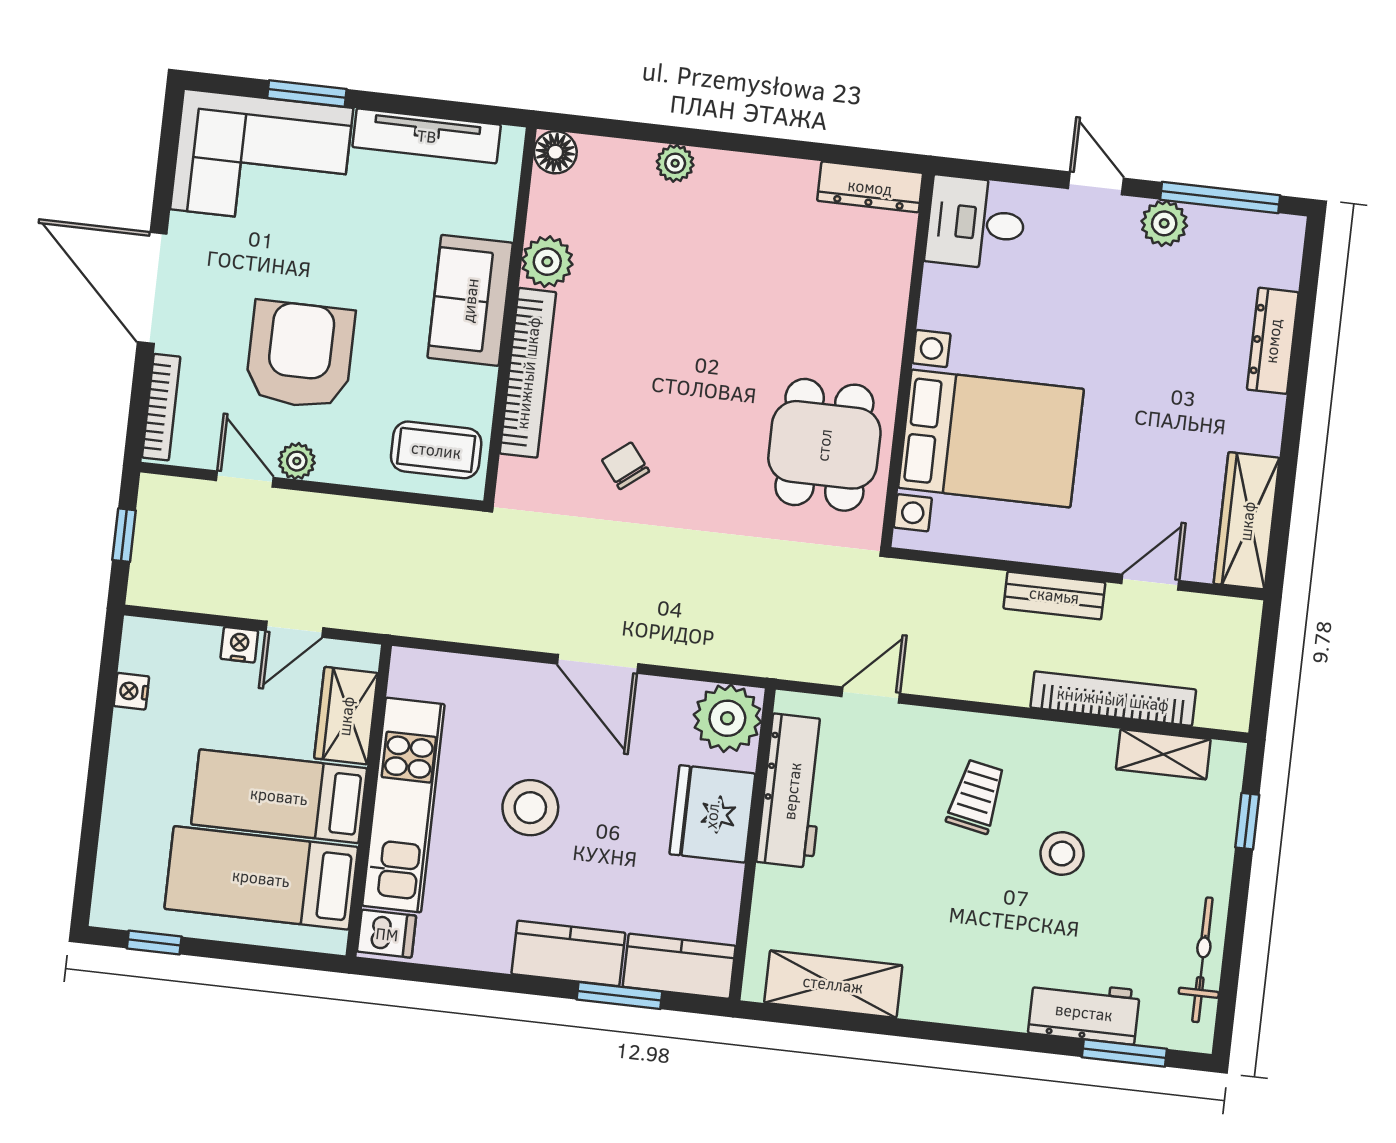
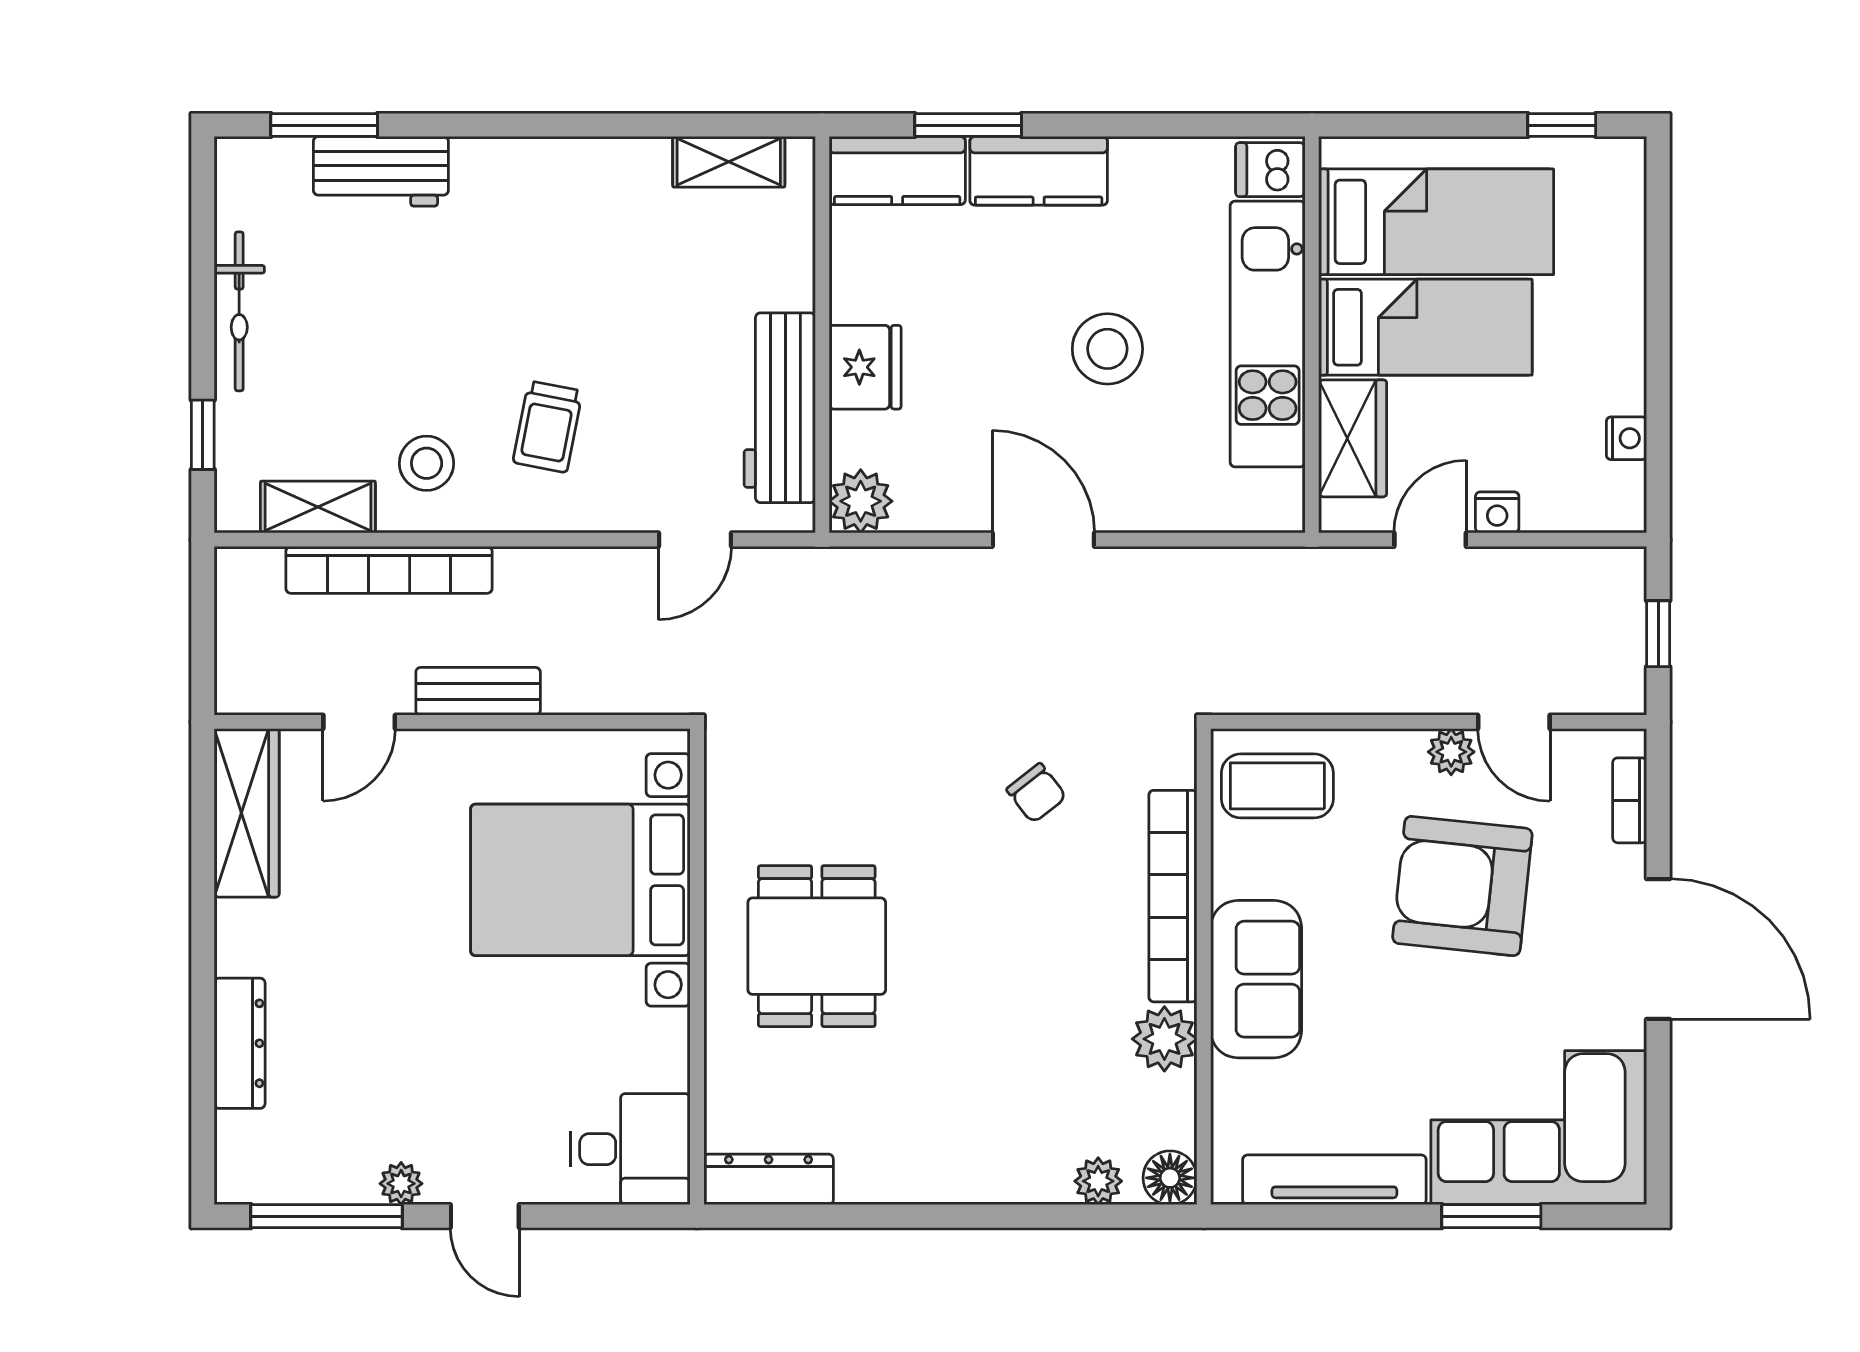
plant: (675, 163) -> (1098, 1181), moved
plant: (1164, 223) -> (401, 1184), width x0.73, depth x0.73
armchair: (300, 355) -> (1462, 886), turned 96
bookcase: (161, 407) -> (1630, 800), width x0.64
dining table: (824, 445) -> (817, 946), moved
plant: (727, 718) -> (861, 501), width x0.73, depth x0.73
fridge: (712, 814) -> (865, 367), width x0.73, depth x0.75
stool: (1062, 854) -> (427, 463), moved
bicycle: (1202, 960) -> (239, 311), moved
shelving: (833, 984) -> (729, 162), width x0.67, depth x0.75

